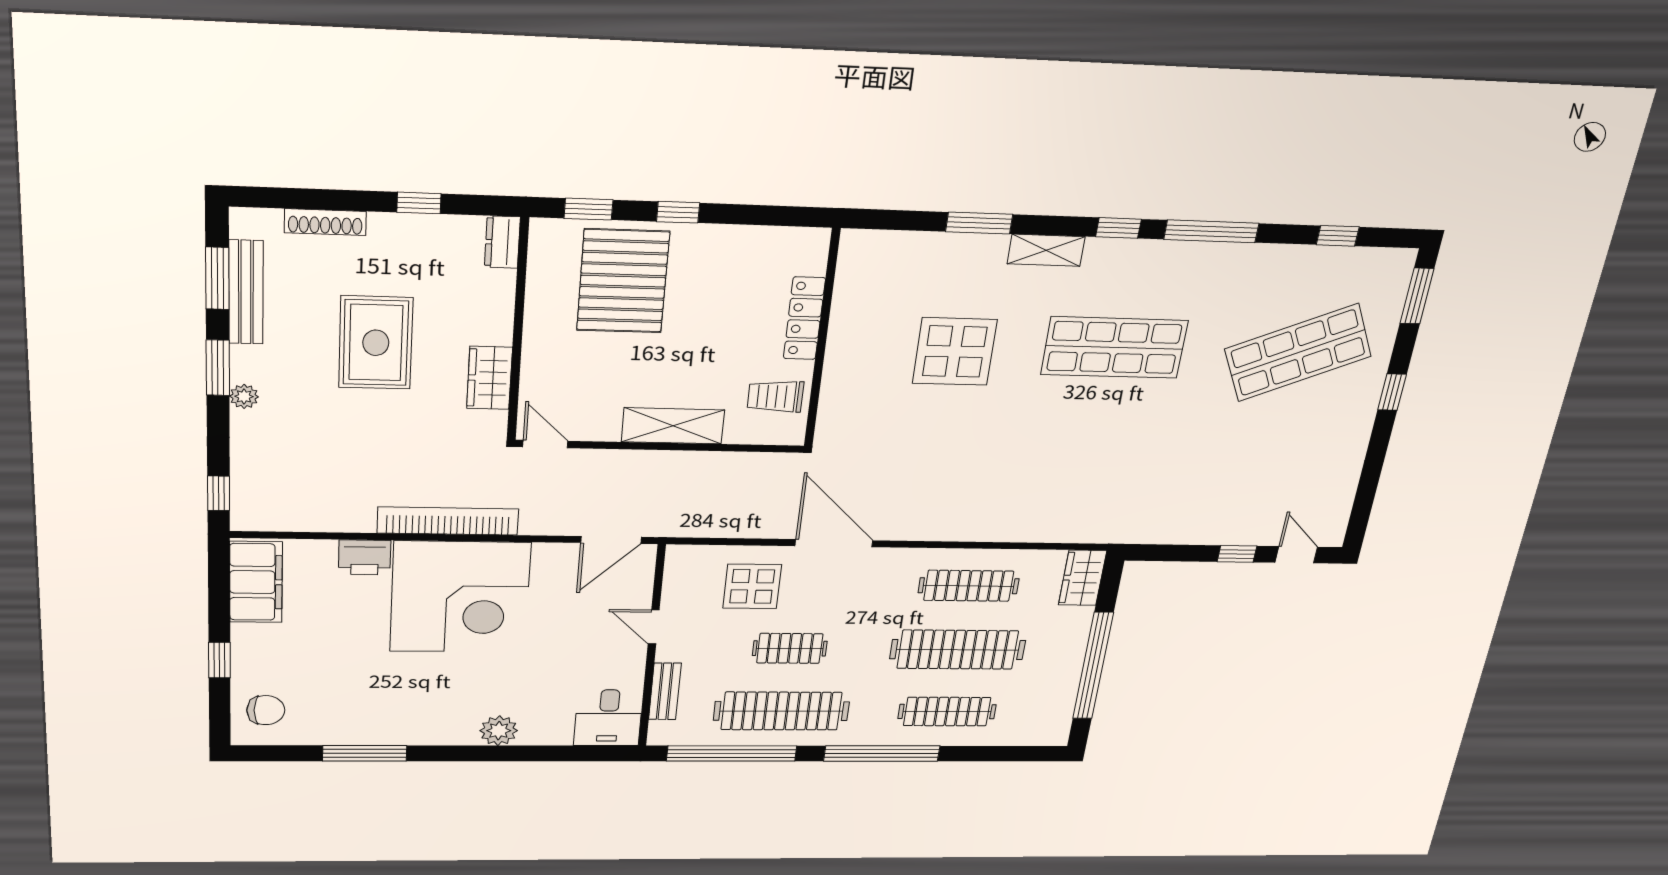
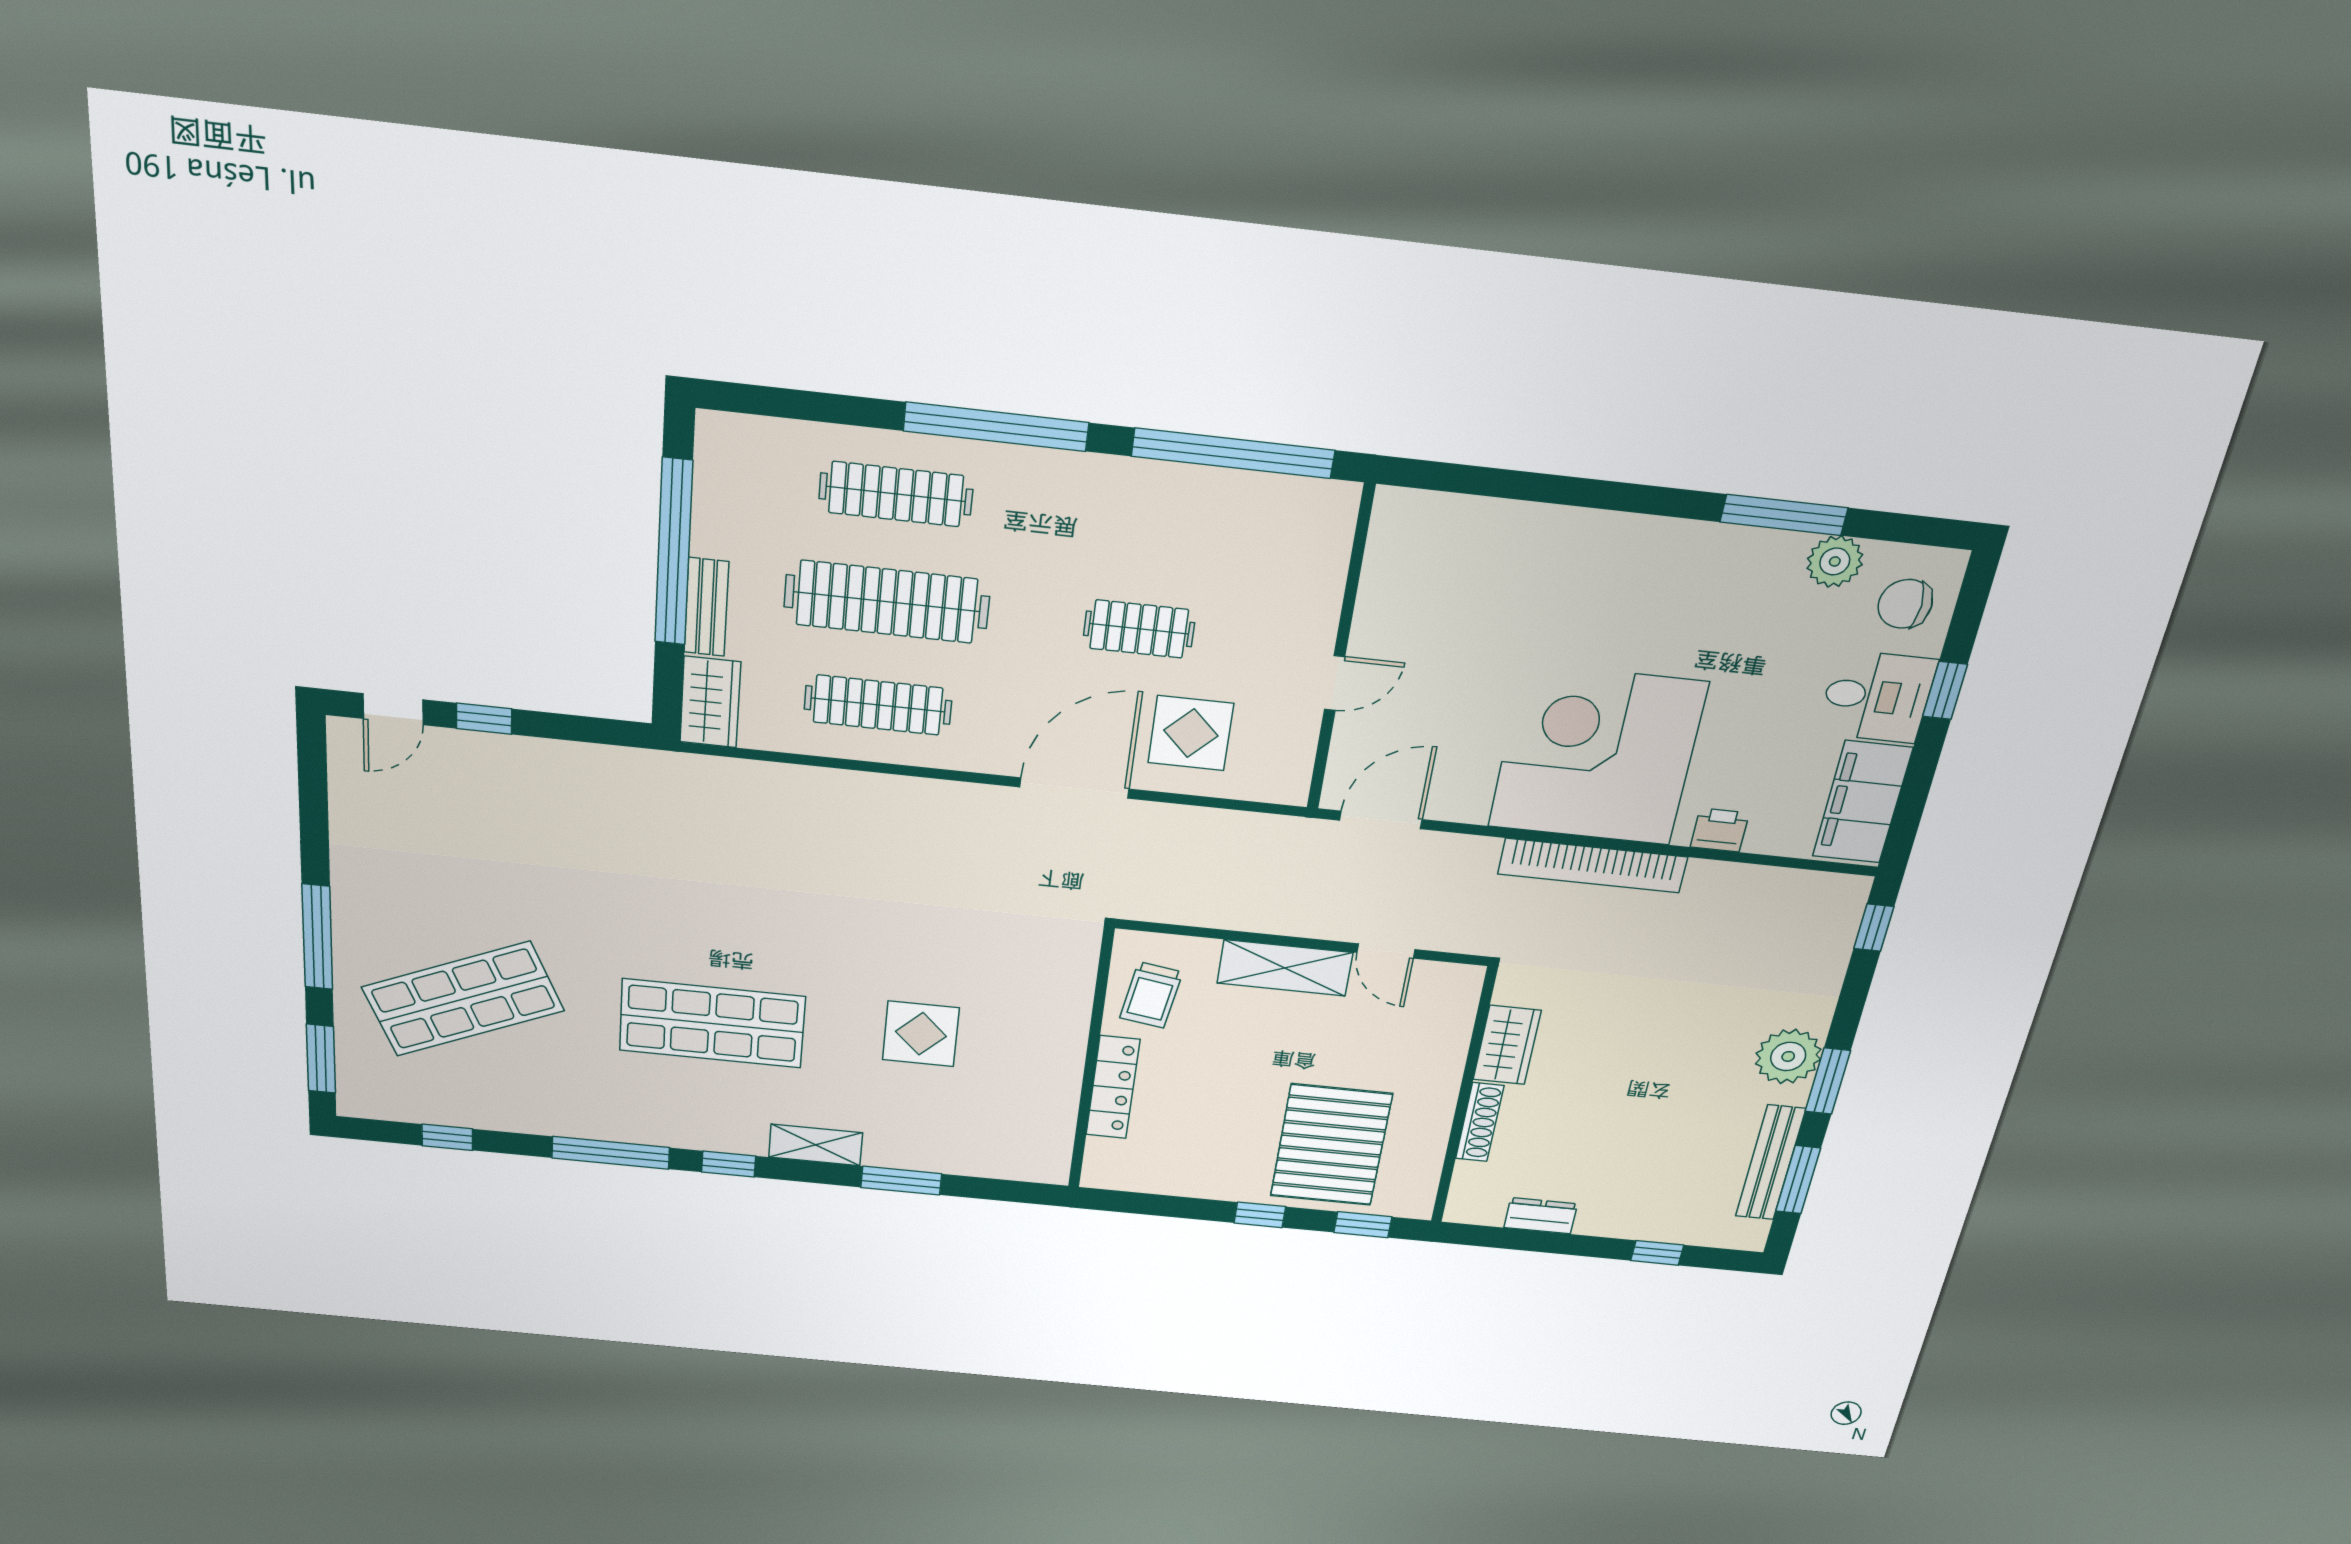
window: (419, 203) -> (1657, 1253), moved
shoe rack: (325, 222) -> (1480, 1122), moved, turned 90
dresser: (502, 242) -> (1541, 1216), moved, turned -90
rug: (376, 343) -> (1635, 1096), removed
display table: (955, 351) -> (921, 1034), width x0.73, depth x0.73
window: (1392, 392) -> (317, 937), width x2.17
plant: (244, 396) -> (1788, 1056), width x1.88, depth x1.88
trolley: (775, 396) -> (1151, 995), turned 99
door: (545, 444) -> (1386, 951), moved
door: (834, 543) -> (1074, 788), swing flipped
door: (1296, 555) -> (393, 709), hinge flipped
printer: (365, 557) -> (1720, 830), width x0.73, depth x0.81
door: (654, 627) -> (1335, 683), hinge flipped
bench: (665, 691) -> (706, 607), moved
clothes rail: (782, 711) -> (1154, 522), removed
desk: (608, 718) -> (1877, 697), moved, turned 90
plant: (499, 731) -> (1835, 561), moved

